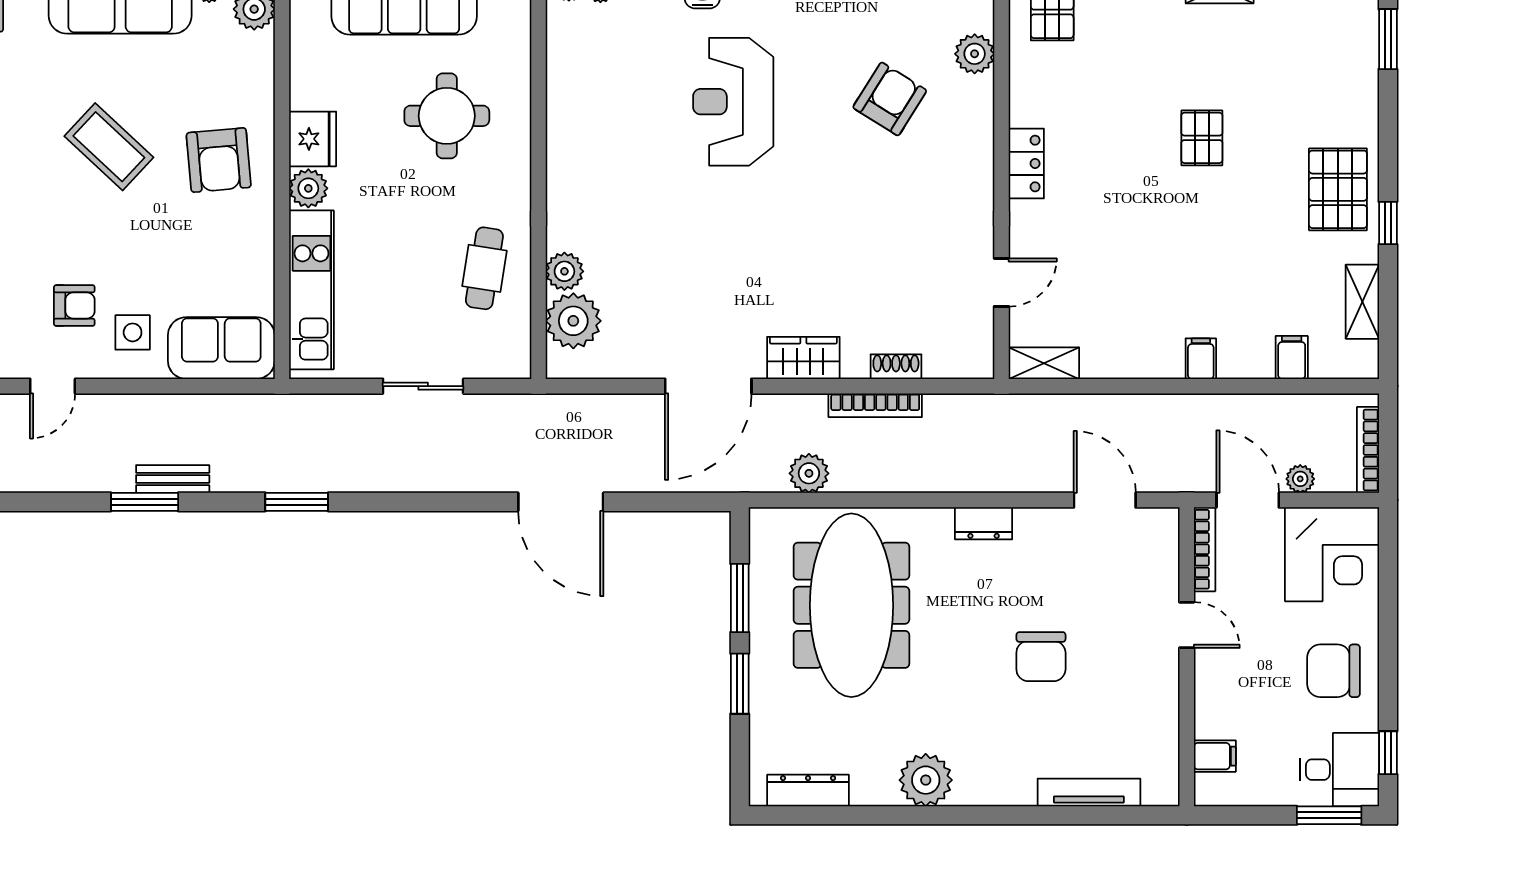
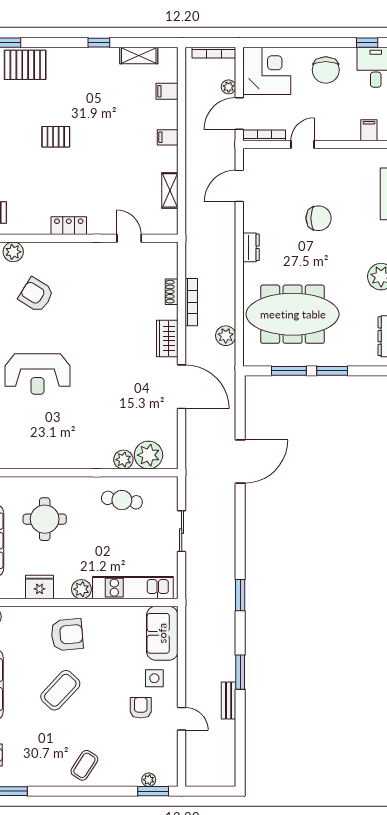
fridge: (313, 139) -> (40, 587), moved
pallet: (1338, 189) -> (25, 65), moved
shelving: (1044, 363) -> (170, 190), moved
bench: (173, 479) -> (229, 701), moved

